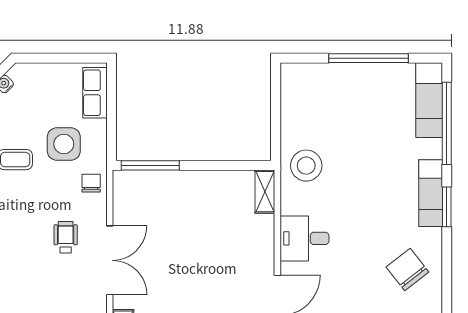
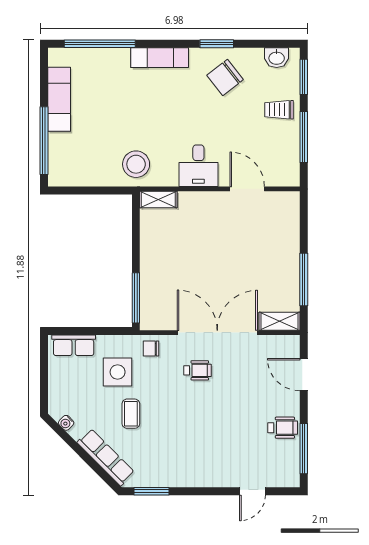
window: (368, 58) -> (44, 141), moved
exam couch: (429, 100) -> (59, 99), moved, turned -90
window: (447, 207) -> (217, 44), moved
wheelchair: (66, 237) -> (198, 370), turned 180
double door: (110, 260) -> (217, 333), width x1.36

